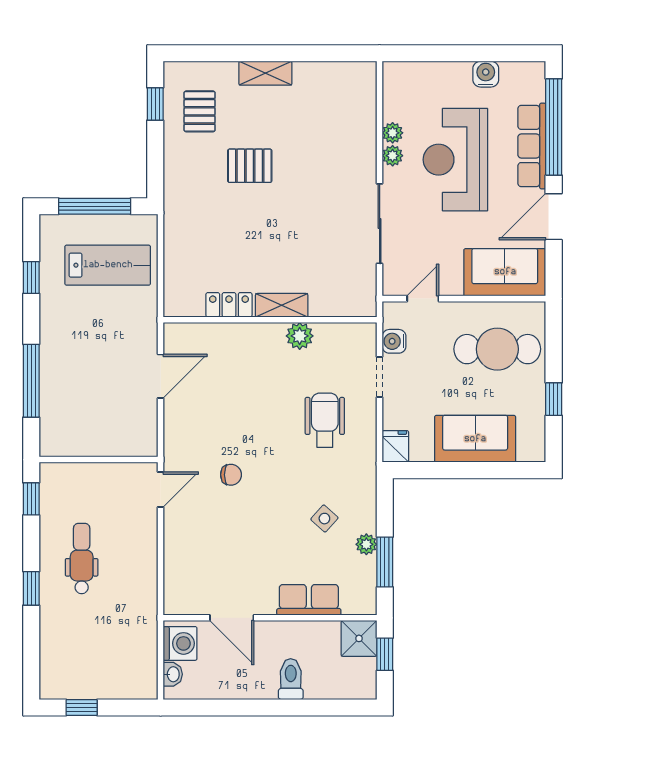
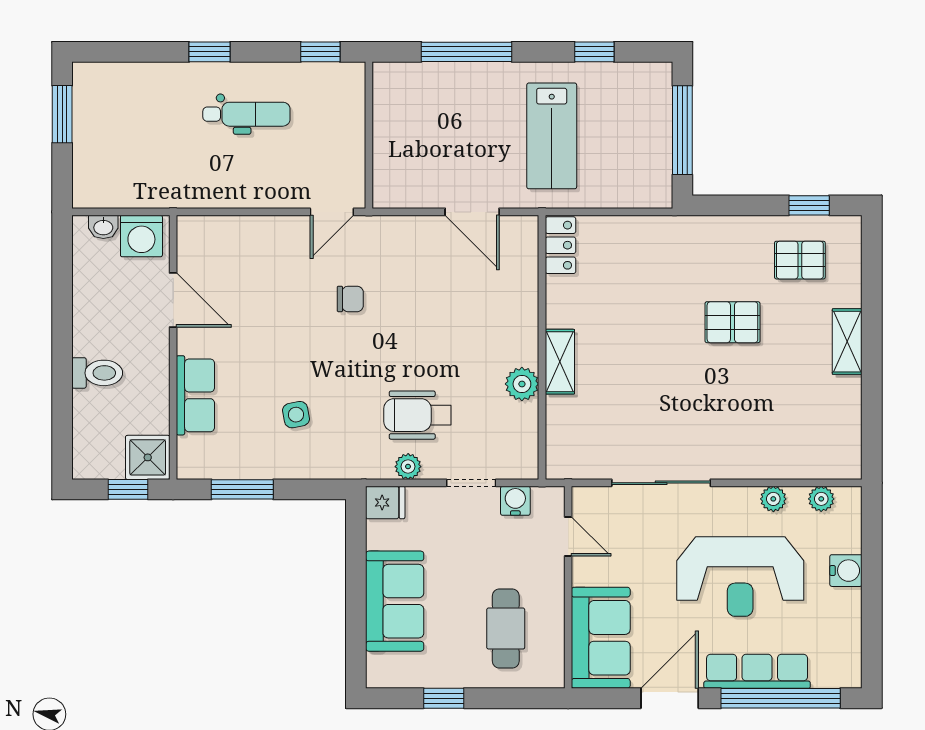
water cooler: (486, 74) -> (846, 571), moved
plant: (393, 156) -> (821, 499), moved
reception desk: (455, 160) -> (740, 577), turned 180
pallet: (250, 166) -> (732, 322), turned 90
door: (554, 217) -> (670, 698), hinge flipped
lab bench: (108, 265) -> (552, 136), moved
locker: (229, 305) -> (560, 245), moved
cafe table: (497, 349) -> (506, 629), width x0.73, depth x0.74
wheelchair: (325, 420) -> (418, 415), turned 180
chair: (231, 475) -> (350, 299), turned -90
door: (161, 490) -> (332, 212), hinge flipped
side table: (324, 519) -> (296, 415), turned 37
plant: (366, 544) -> (408, 467), moved
door: (232, 618) -> (173, 300), swing flipped
window: (82, 708) -> (62, 114), width x1.50

